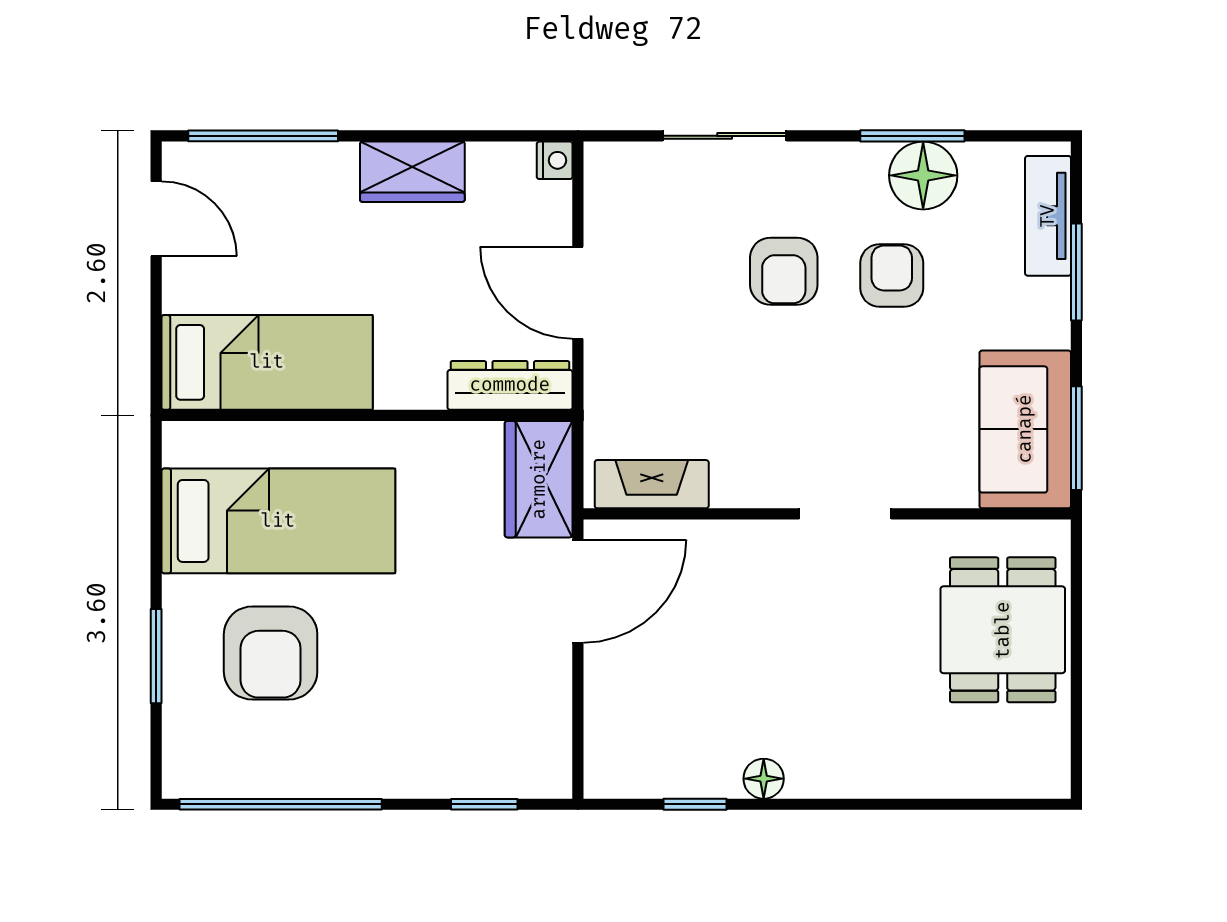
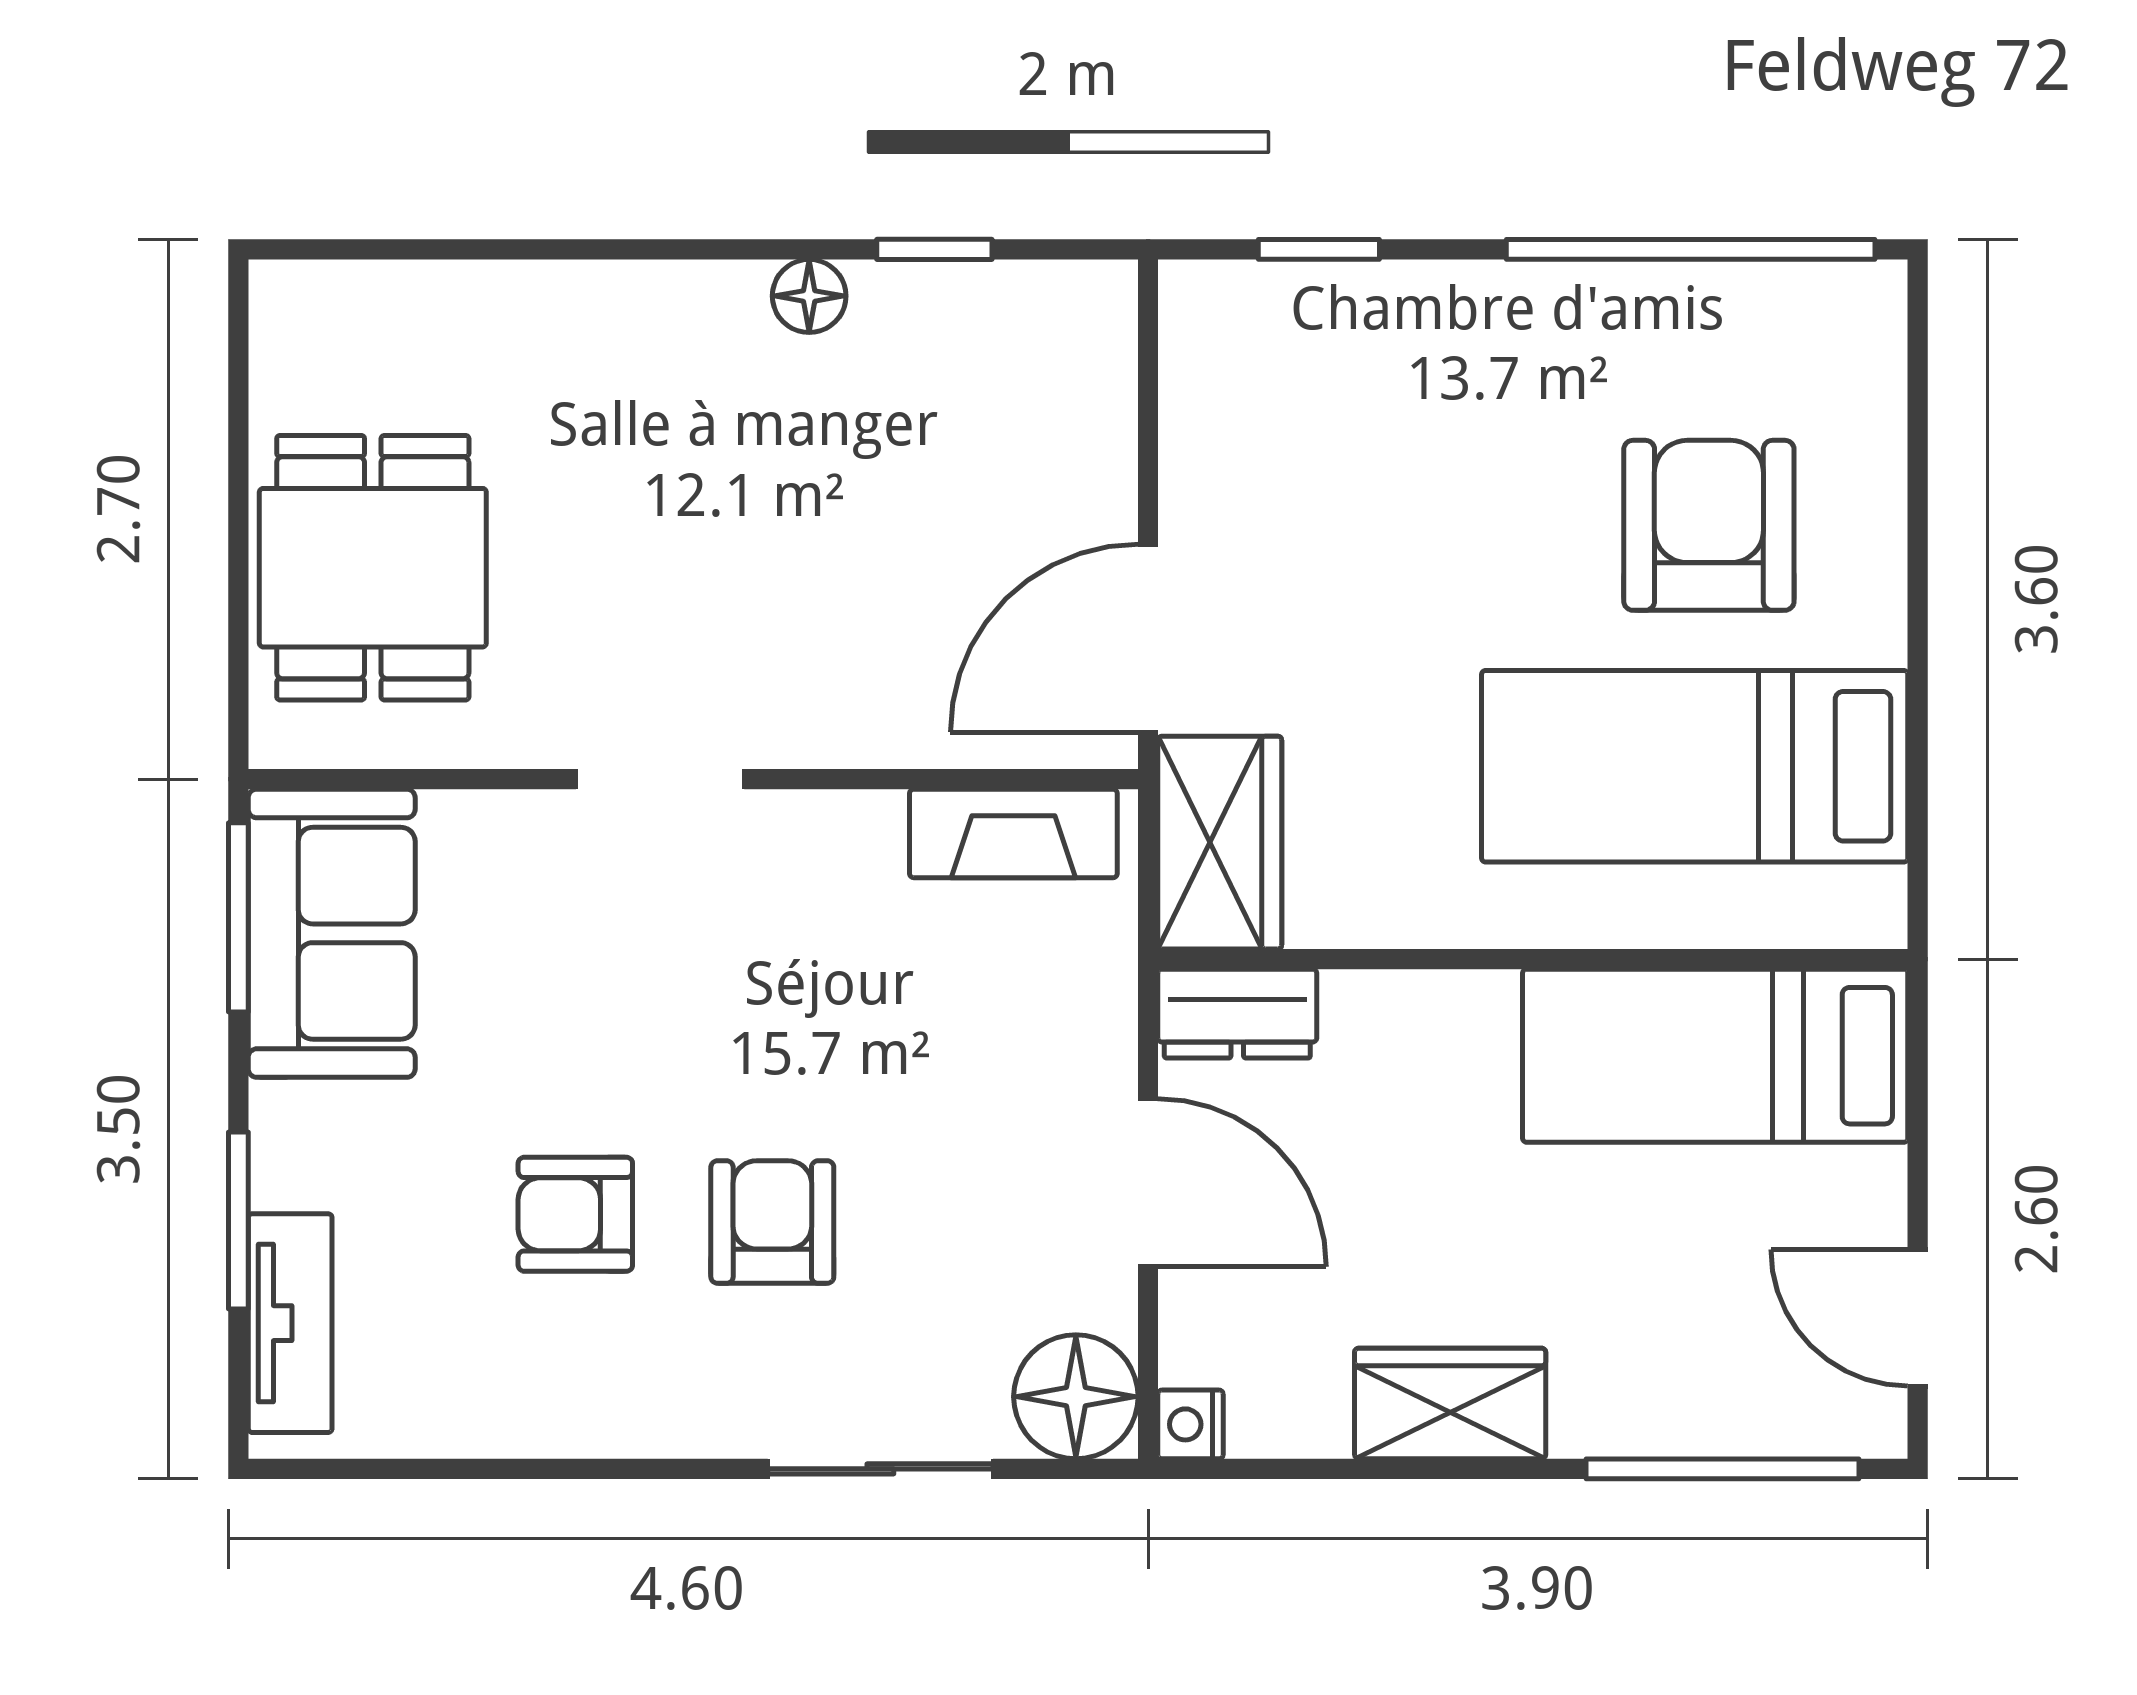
window: (912, 136) -> (538, 1469), removed
floor lamp: (923, 175) -> (1076, 1397), moved
armchair: (892, 275) -> (575, 1214), turned 90
dresser: (510, 385) -> (1237, 1014), width x0.70
window: (156, 656) -> (1918, 519), removed

